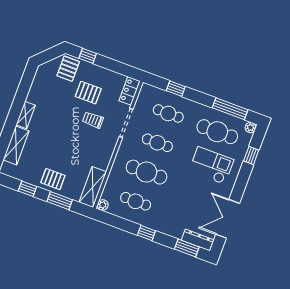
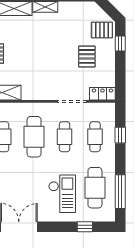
trolley: (93, 120) -> (63, 70), removed
plant: (250, 128) -> (110, 217), removed

